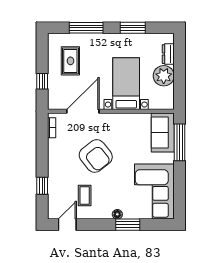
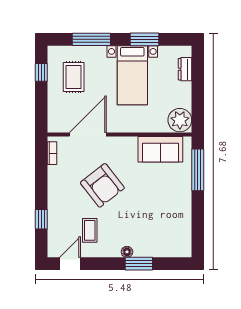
plant: (164, 76) -> (180, 120), moved
window: (42, 81) -> (41, 72), moved
bed with nightstands: (126, 84) -> (132, 75), moved, turned 180
sofa: (163, 132) -> (160, 149), moved, turned -90
corner sofa: (154, 192) -> (169, 226), removed

